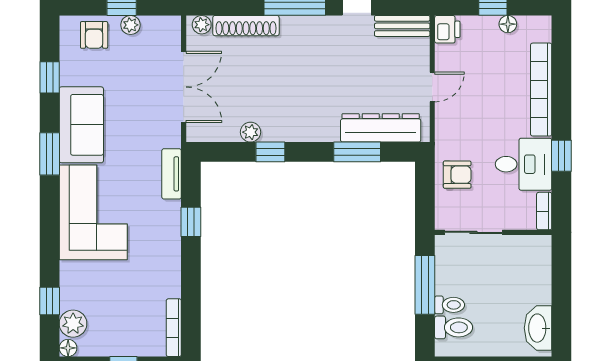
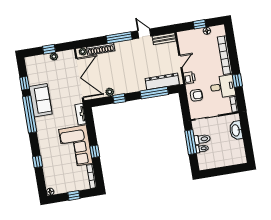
printer: (447, 29) -> (189, 78), moved
armchair: (94, 35) -> (40, 63), removed
double door: (184, 87) -> (80, 78), width x1.36
window: (357, 152) -> (154, 93), width x1.44
window: (50, 154) -> (30, 114), width x2.11
corner sofa: (93, 212) -> (76, 146), moved, turned 180
window: (191, 222) -> (95, 151), moved
window: (50, 301) -> (37, 162), moved
plant: (73, 324) -> (51, 181), removed
toilet: (454, 327) -> (202, 139), moved
washbasin: (538, 328) -> (236, 130), moved

